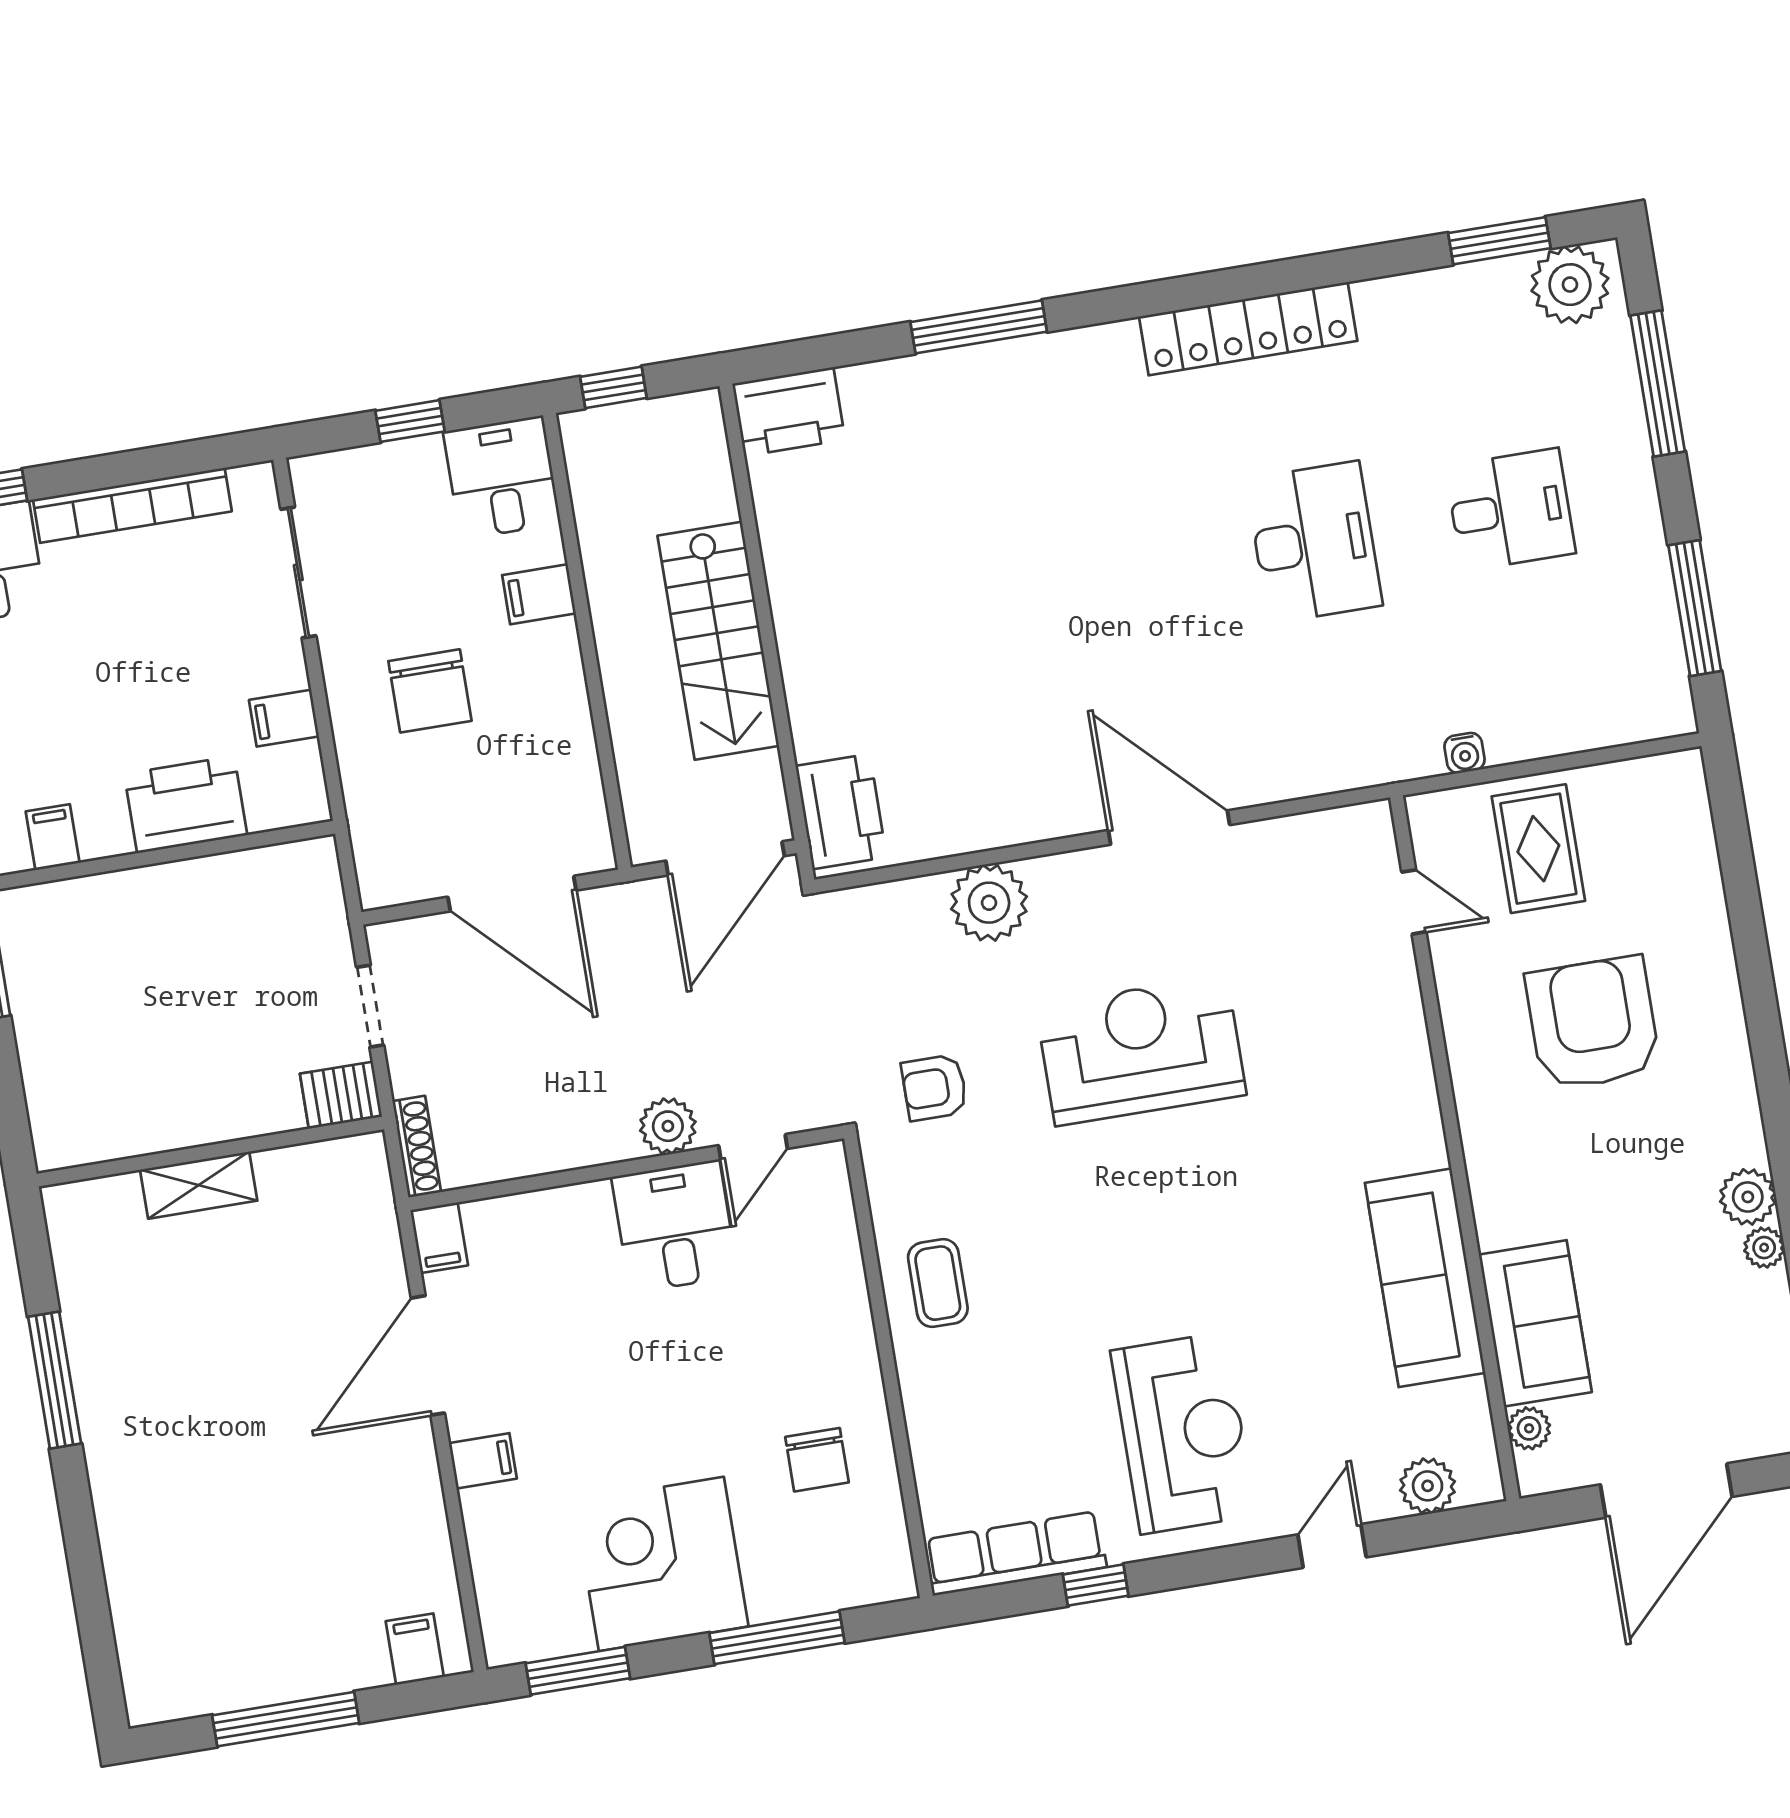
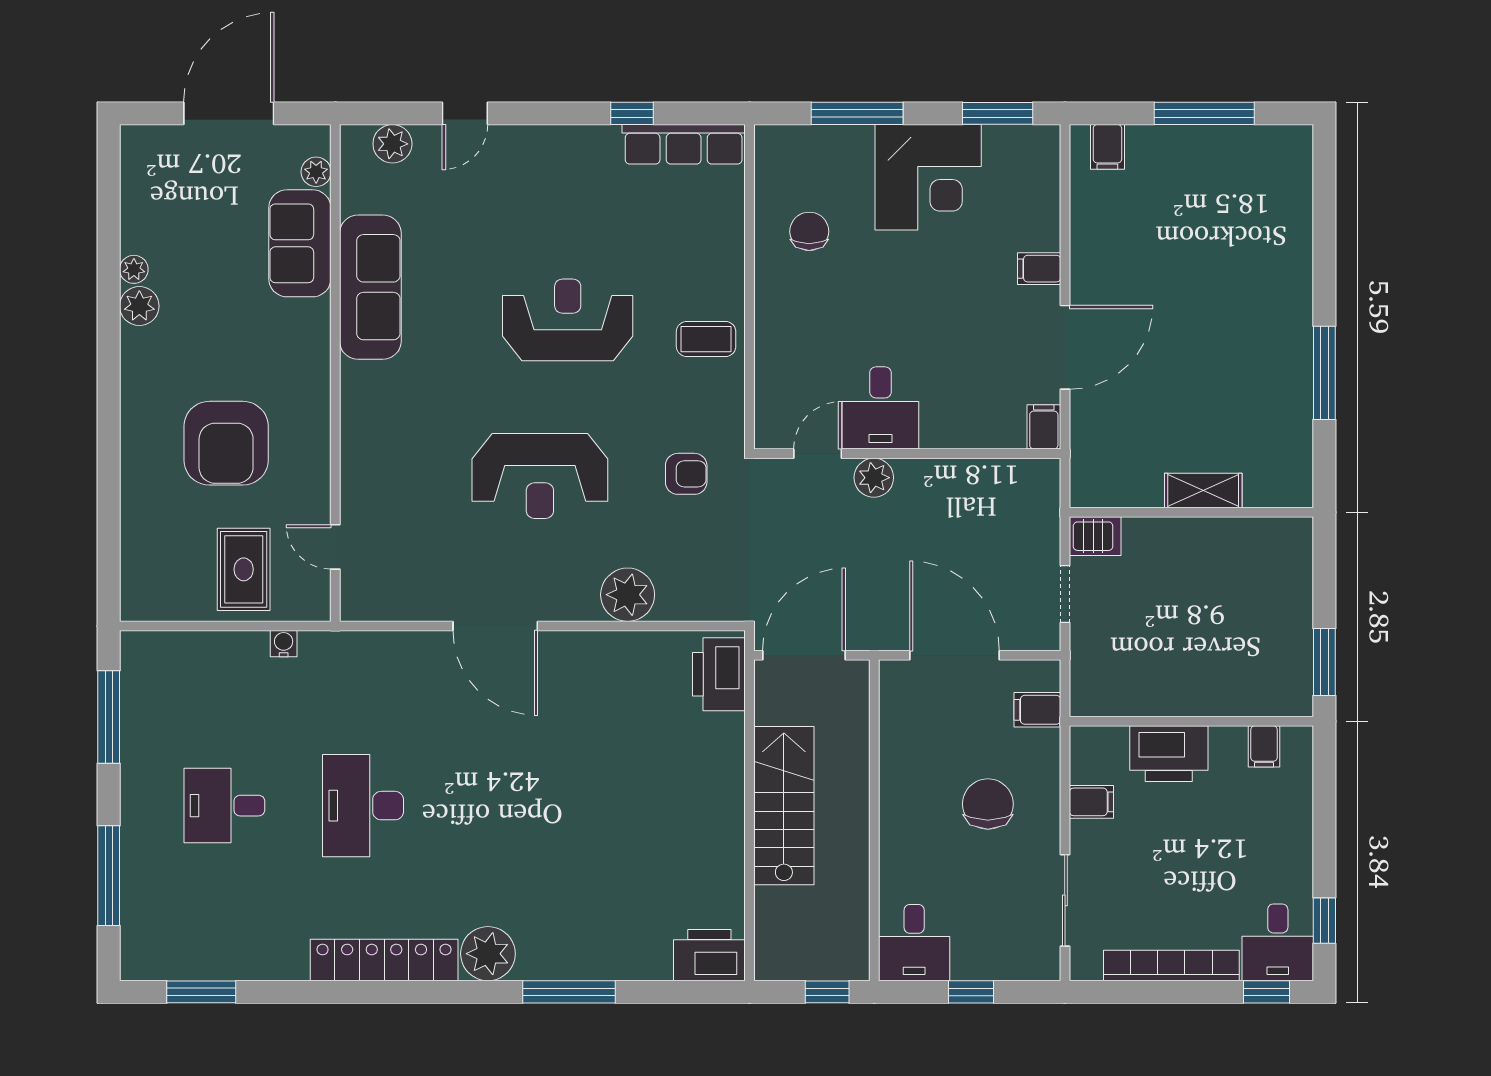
plant: (1570, 285) -> (488, 954), moved
filing cabinet: (539, 594) -> (1037, 710), moved, turned 180
shoe rack: (417, 1147) -> (1049, 492), removed
coffee table: (938, 1283) -> (706, 339), turned 90
reception desk: (1183, 1433) -> (568, 320), moved, turned 90

